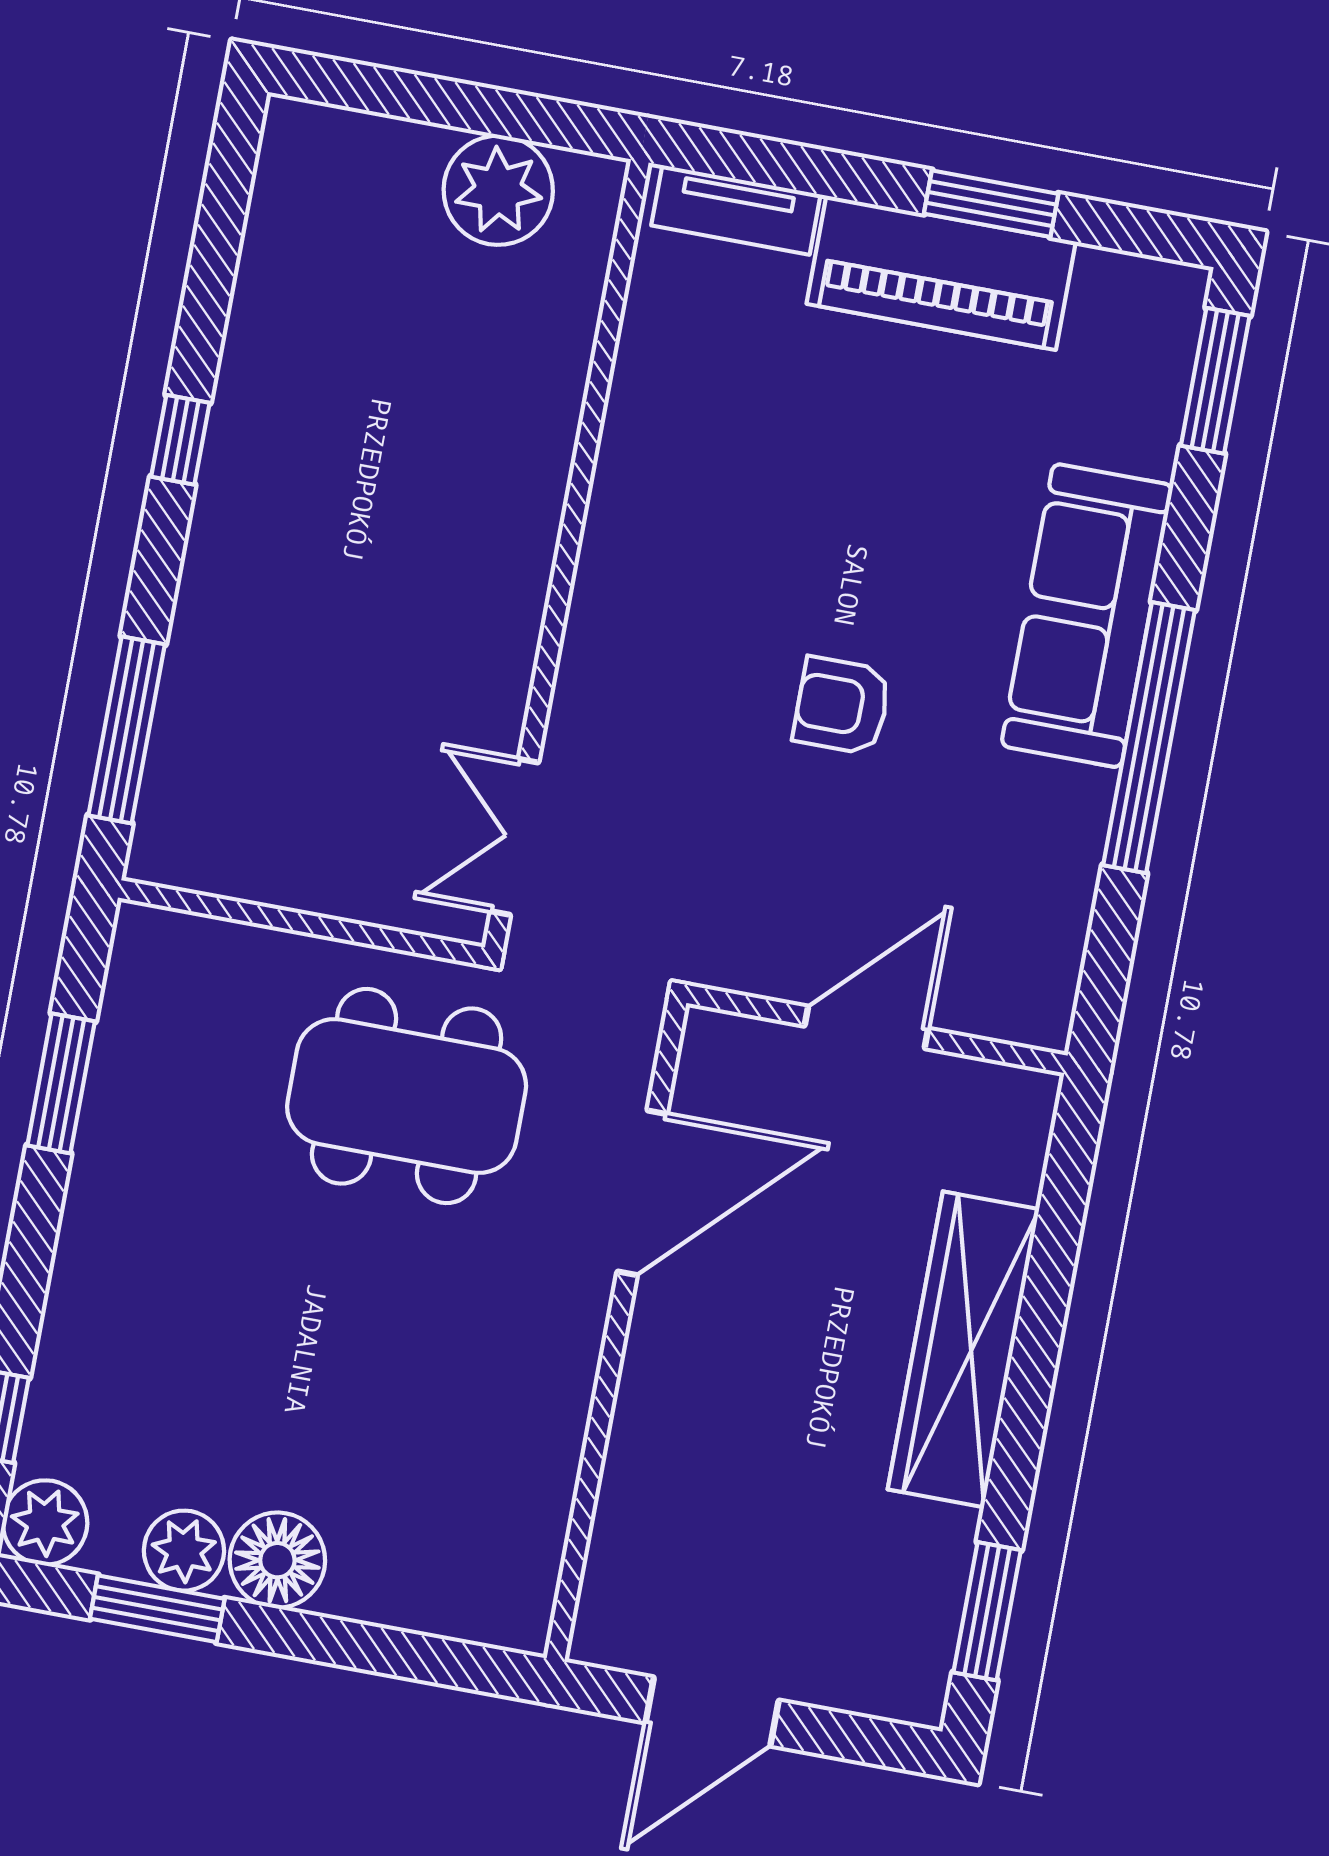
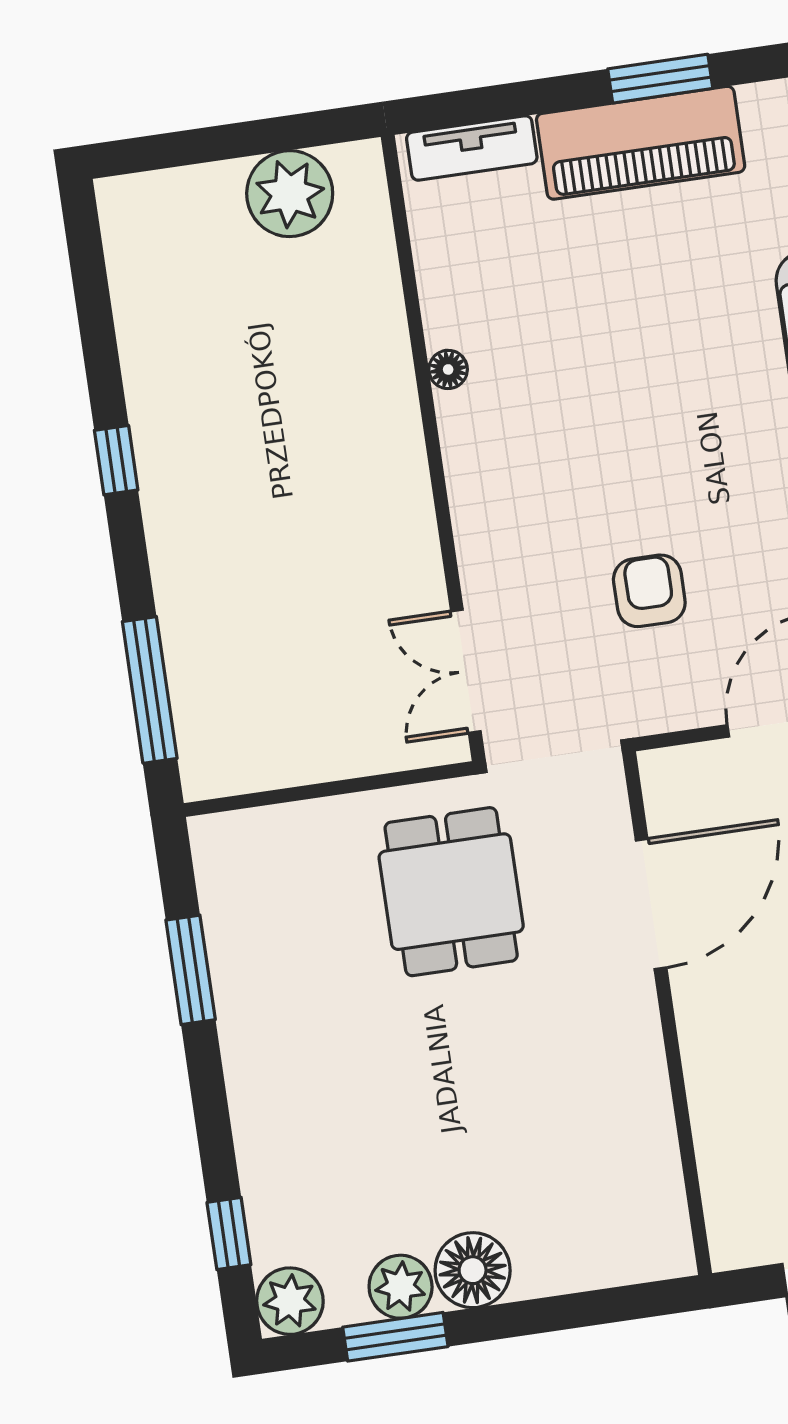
floor lamp: (617, 467) -> (448, 369), added
armchair: (842, 706) -> (649, 591), moved, turned 90
dining table: (407, 1096) -> (451, 892), width x0.73

